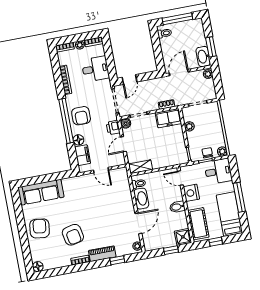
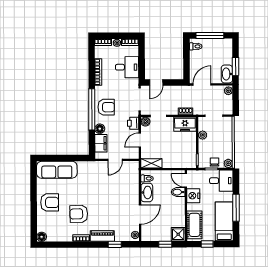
armchair: (81, 116) -> (106, 107), turned -90
door: (101, 170) -> (115, 160), hinge flipped
bidet: (177, 207) -> (178, 192), moved
armchair: (40, 228) -> (50, 202), turned 82
armchair: (73, 235) -> (79, 214), turned 100

